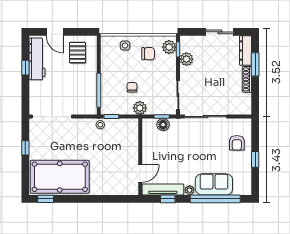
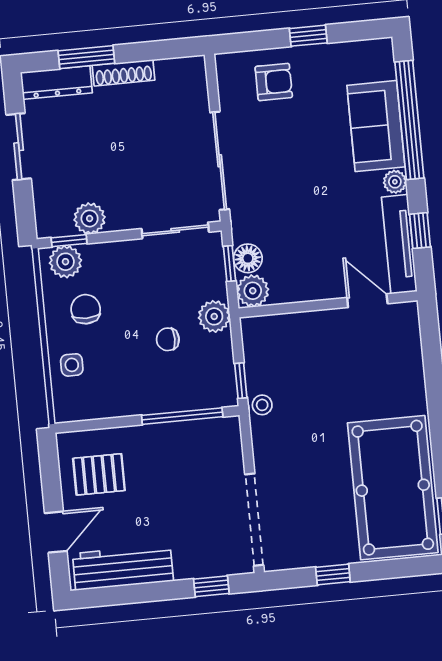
window: (25, 68) -> (211, 586), moved
plant: (149, 125) -> (253, 291), added

